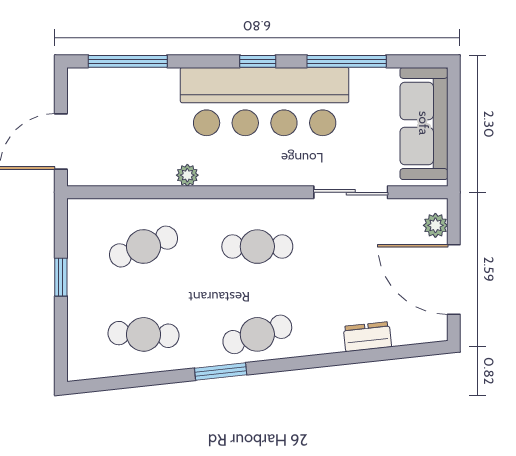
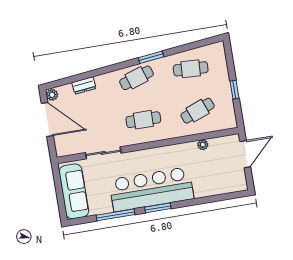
window: (128, 61) -> (220, 198), removed
window: (258, 61) -> (158, 208), width x1.50
plant: (187, 175) -> (203, 145), moved
plant: (435, 225) -> (52, 95), moved

